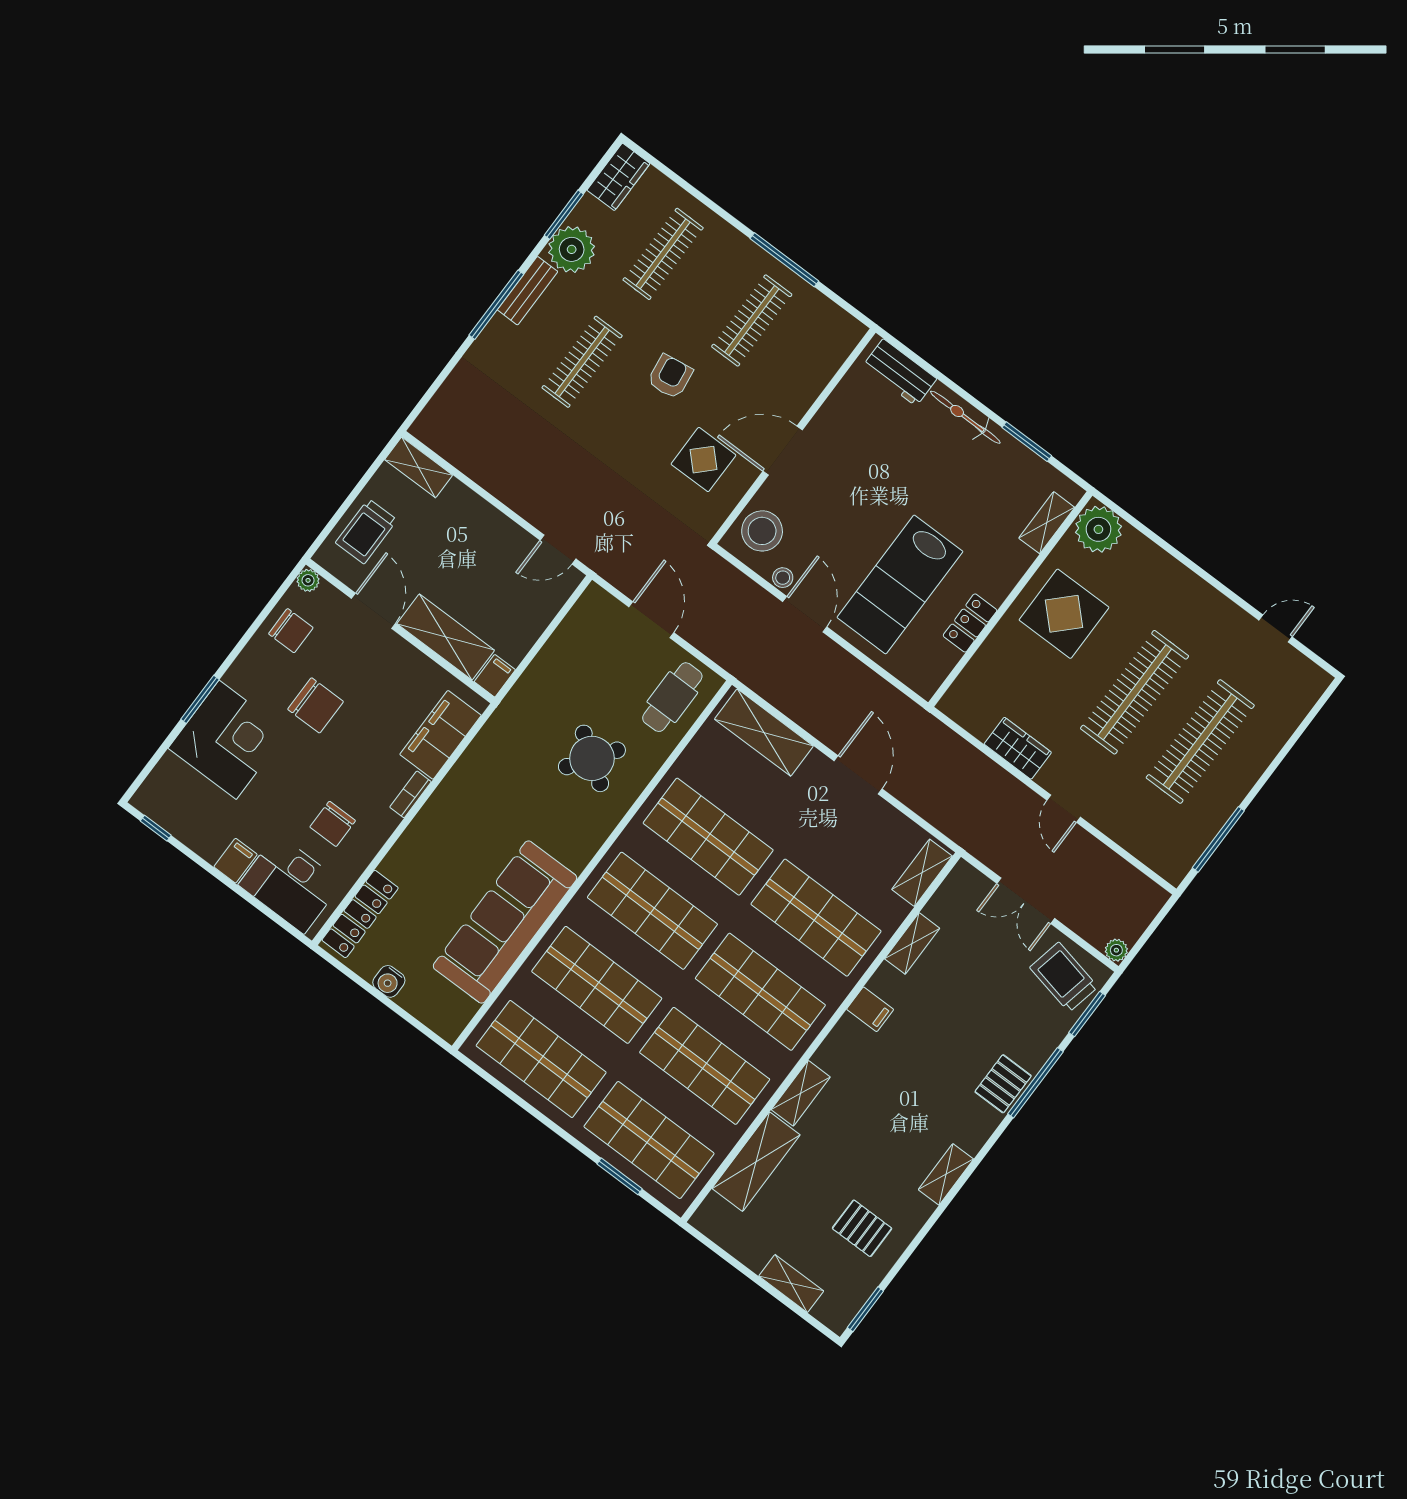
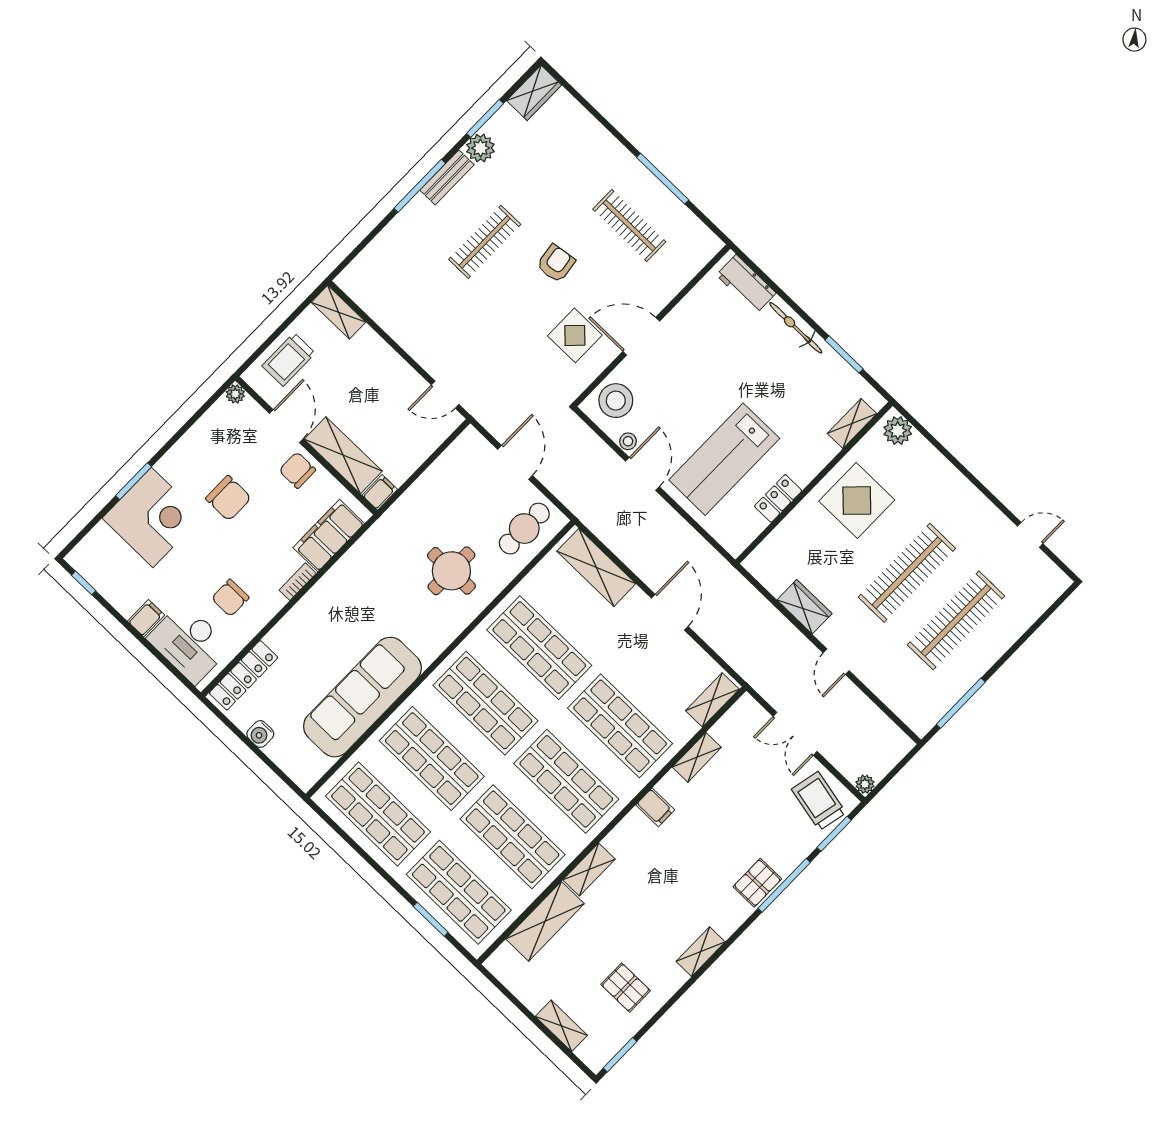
plant: (572, 249) -> (480, 148), width x0.73, depth x0.73
clothes rail: (663, 254) -> (563, 161), removed
clothes rail: (752, 320) -> (629, 226), turned 90
plant: (1098, 529) -> (898, 431), width x0.73, depth x0.73
chair: (291, 631) -> (297, 470), moved, turned 180
round table: (592, 758) -> (451, 571), turned -35

